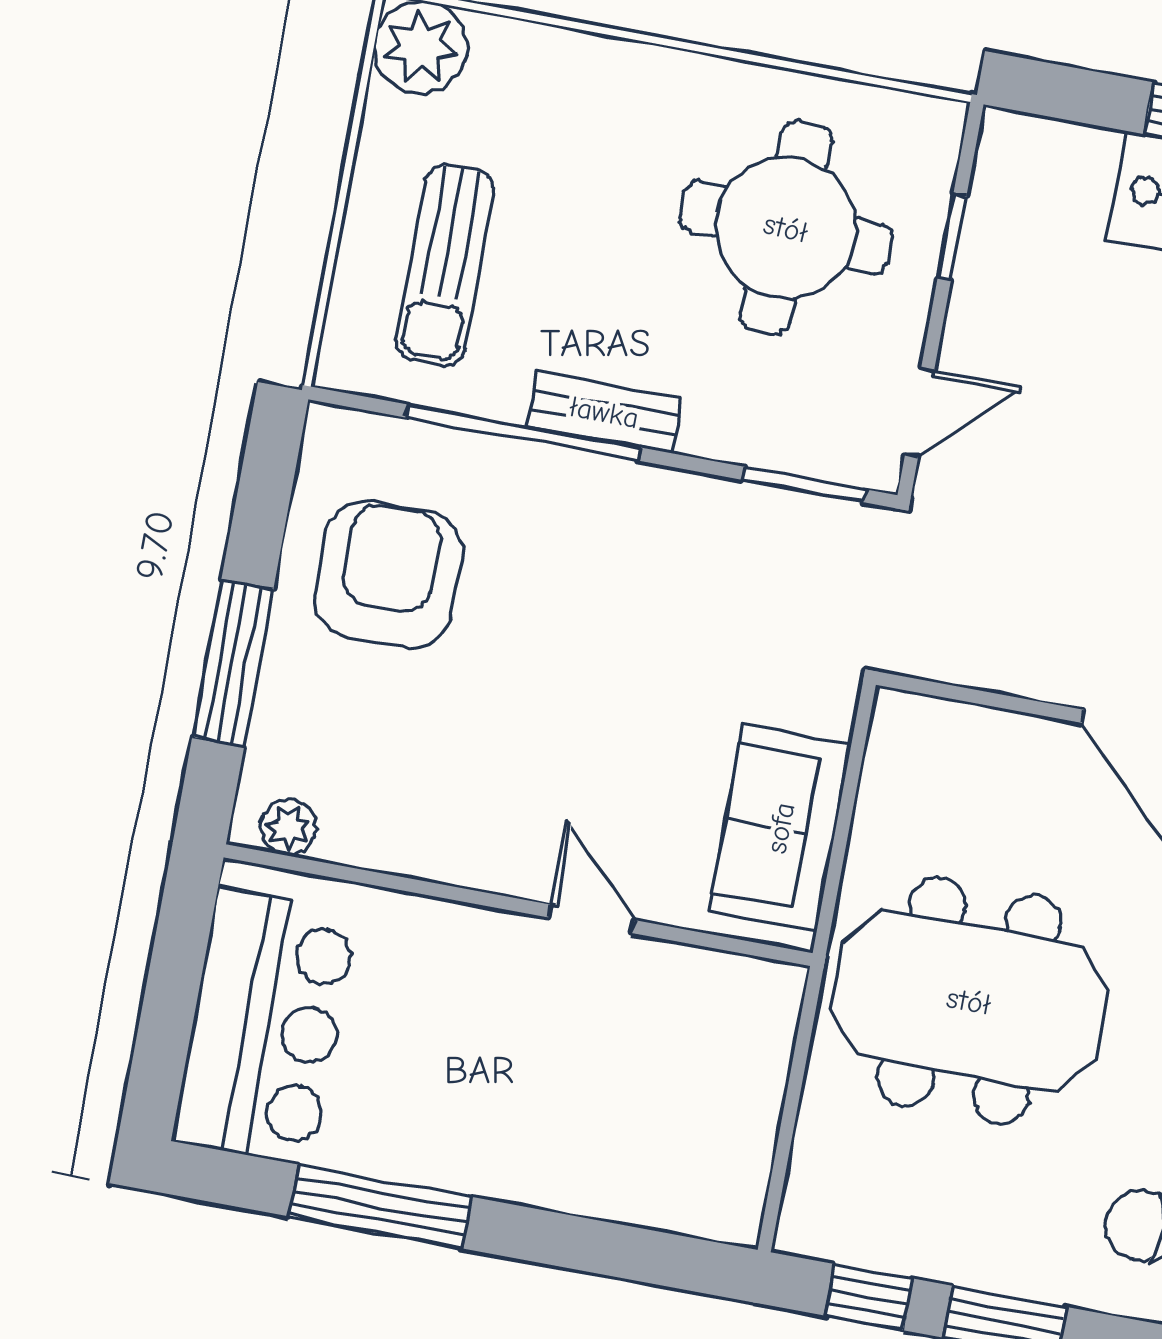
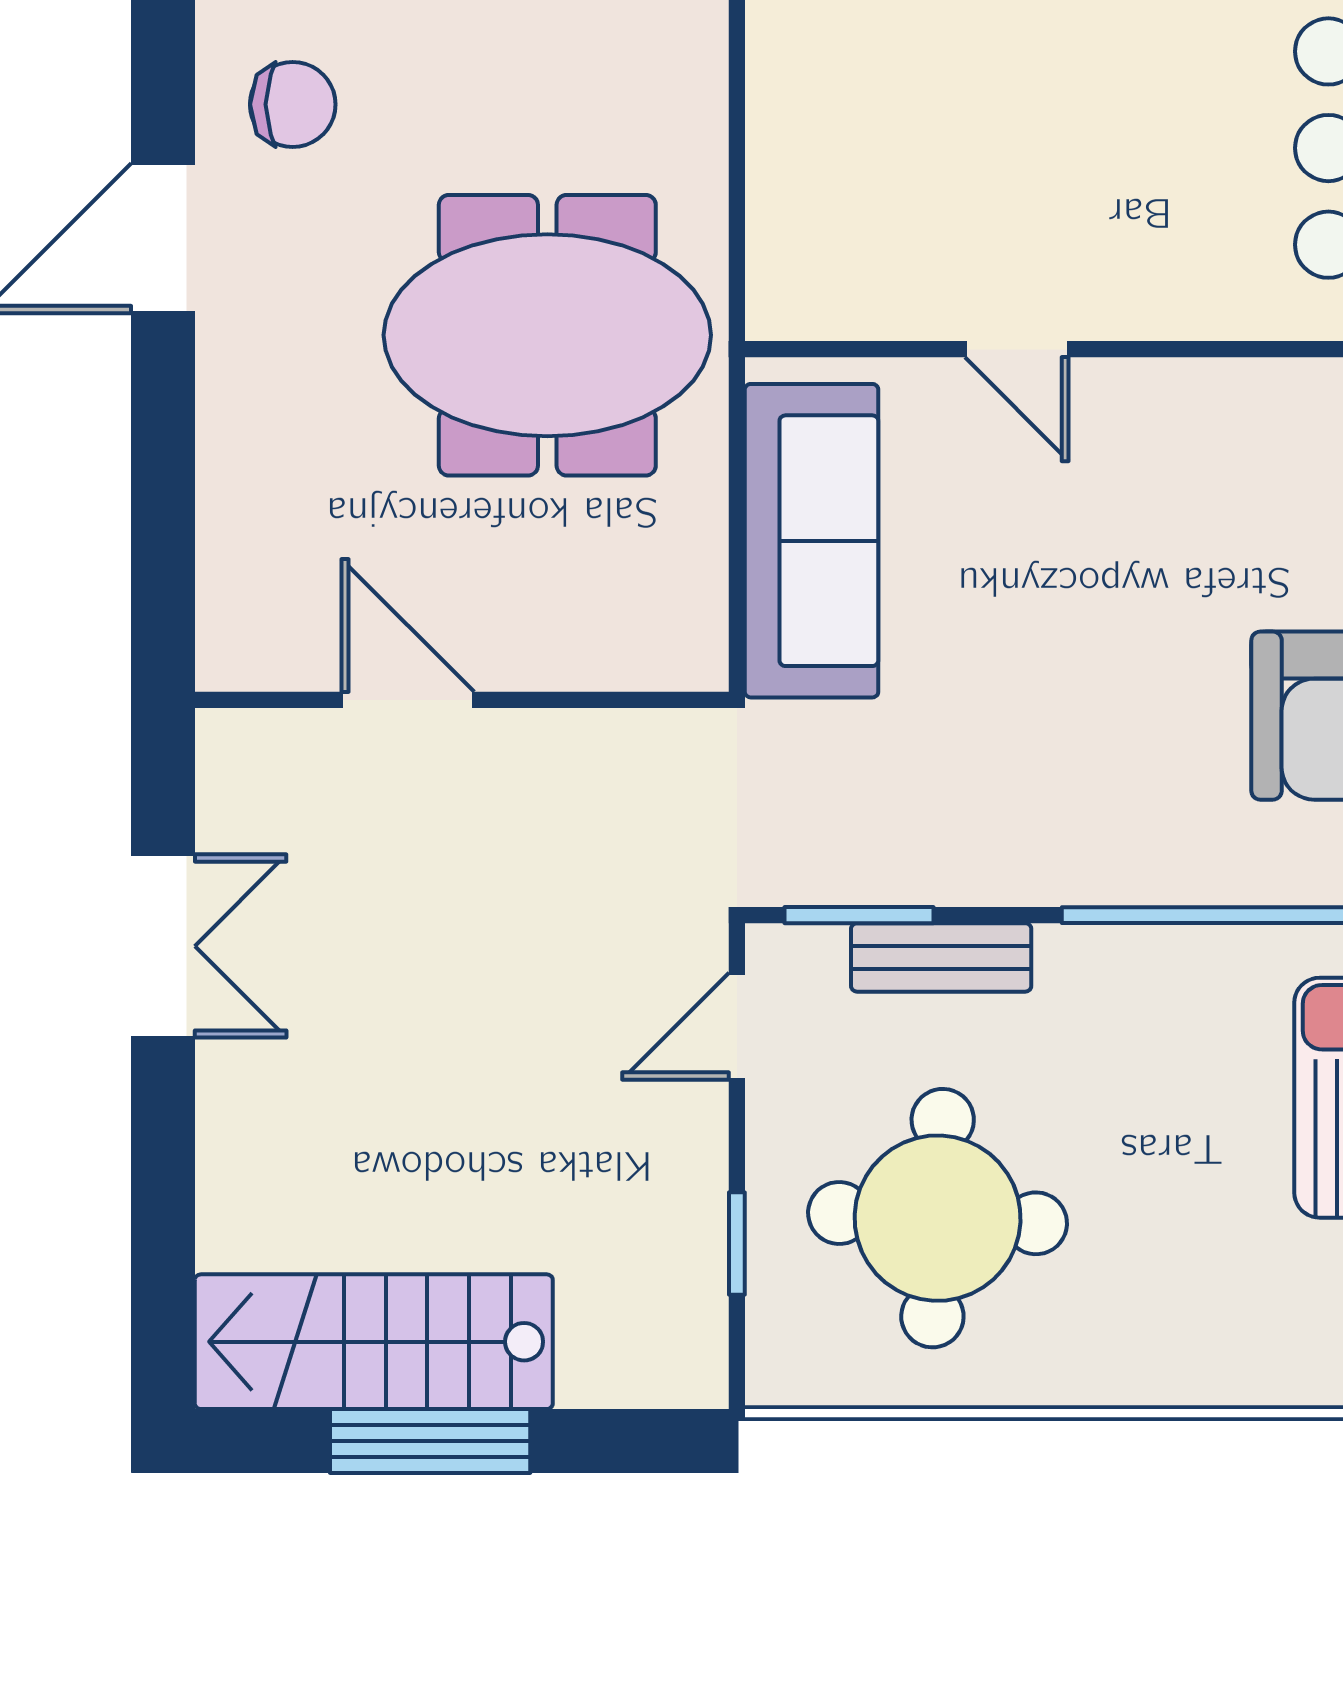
bench: (604, 412) -> (941, 957), moved
sofa: (780, 828) -> (812, 541), width x1.36

